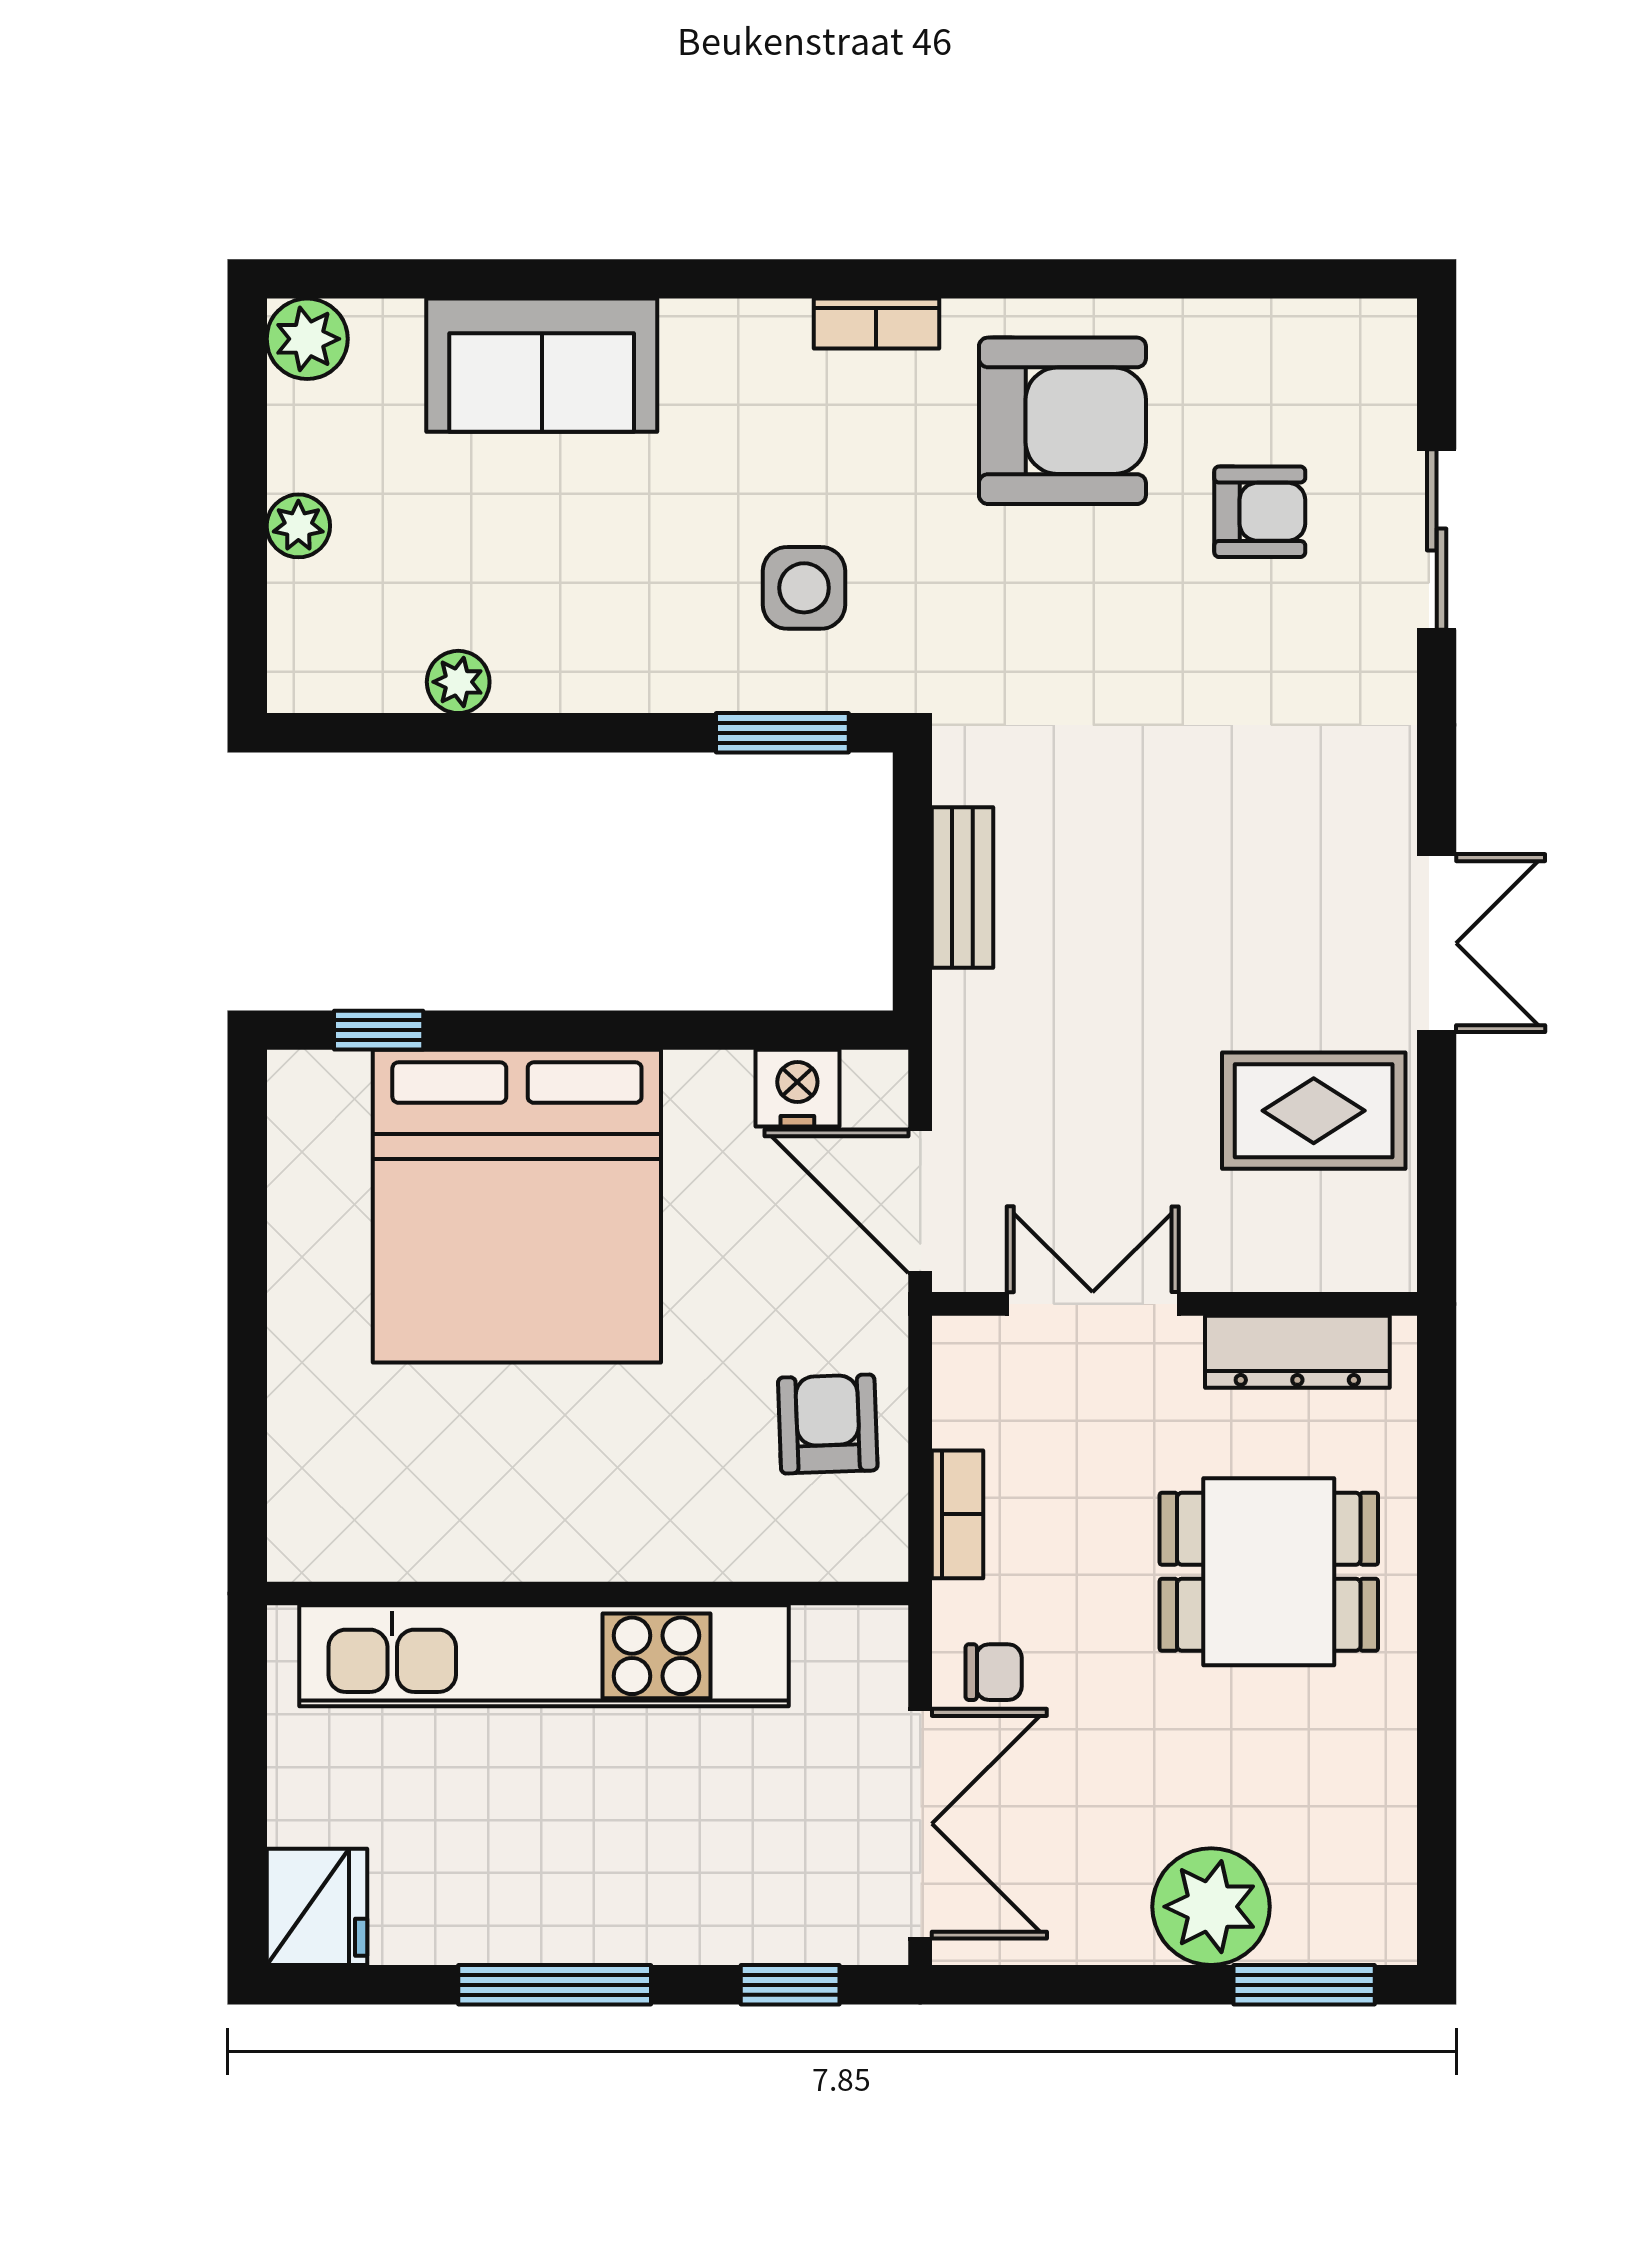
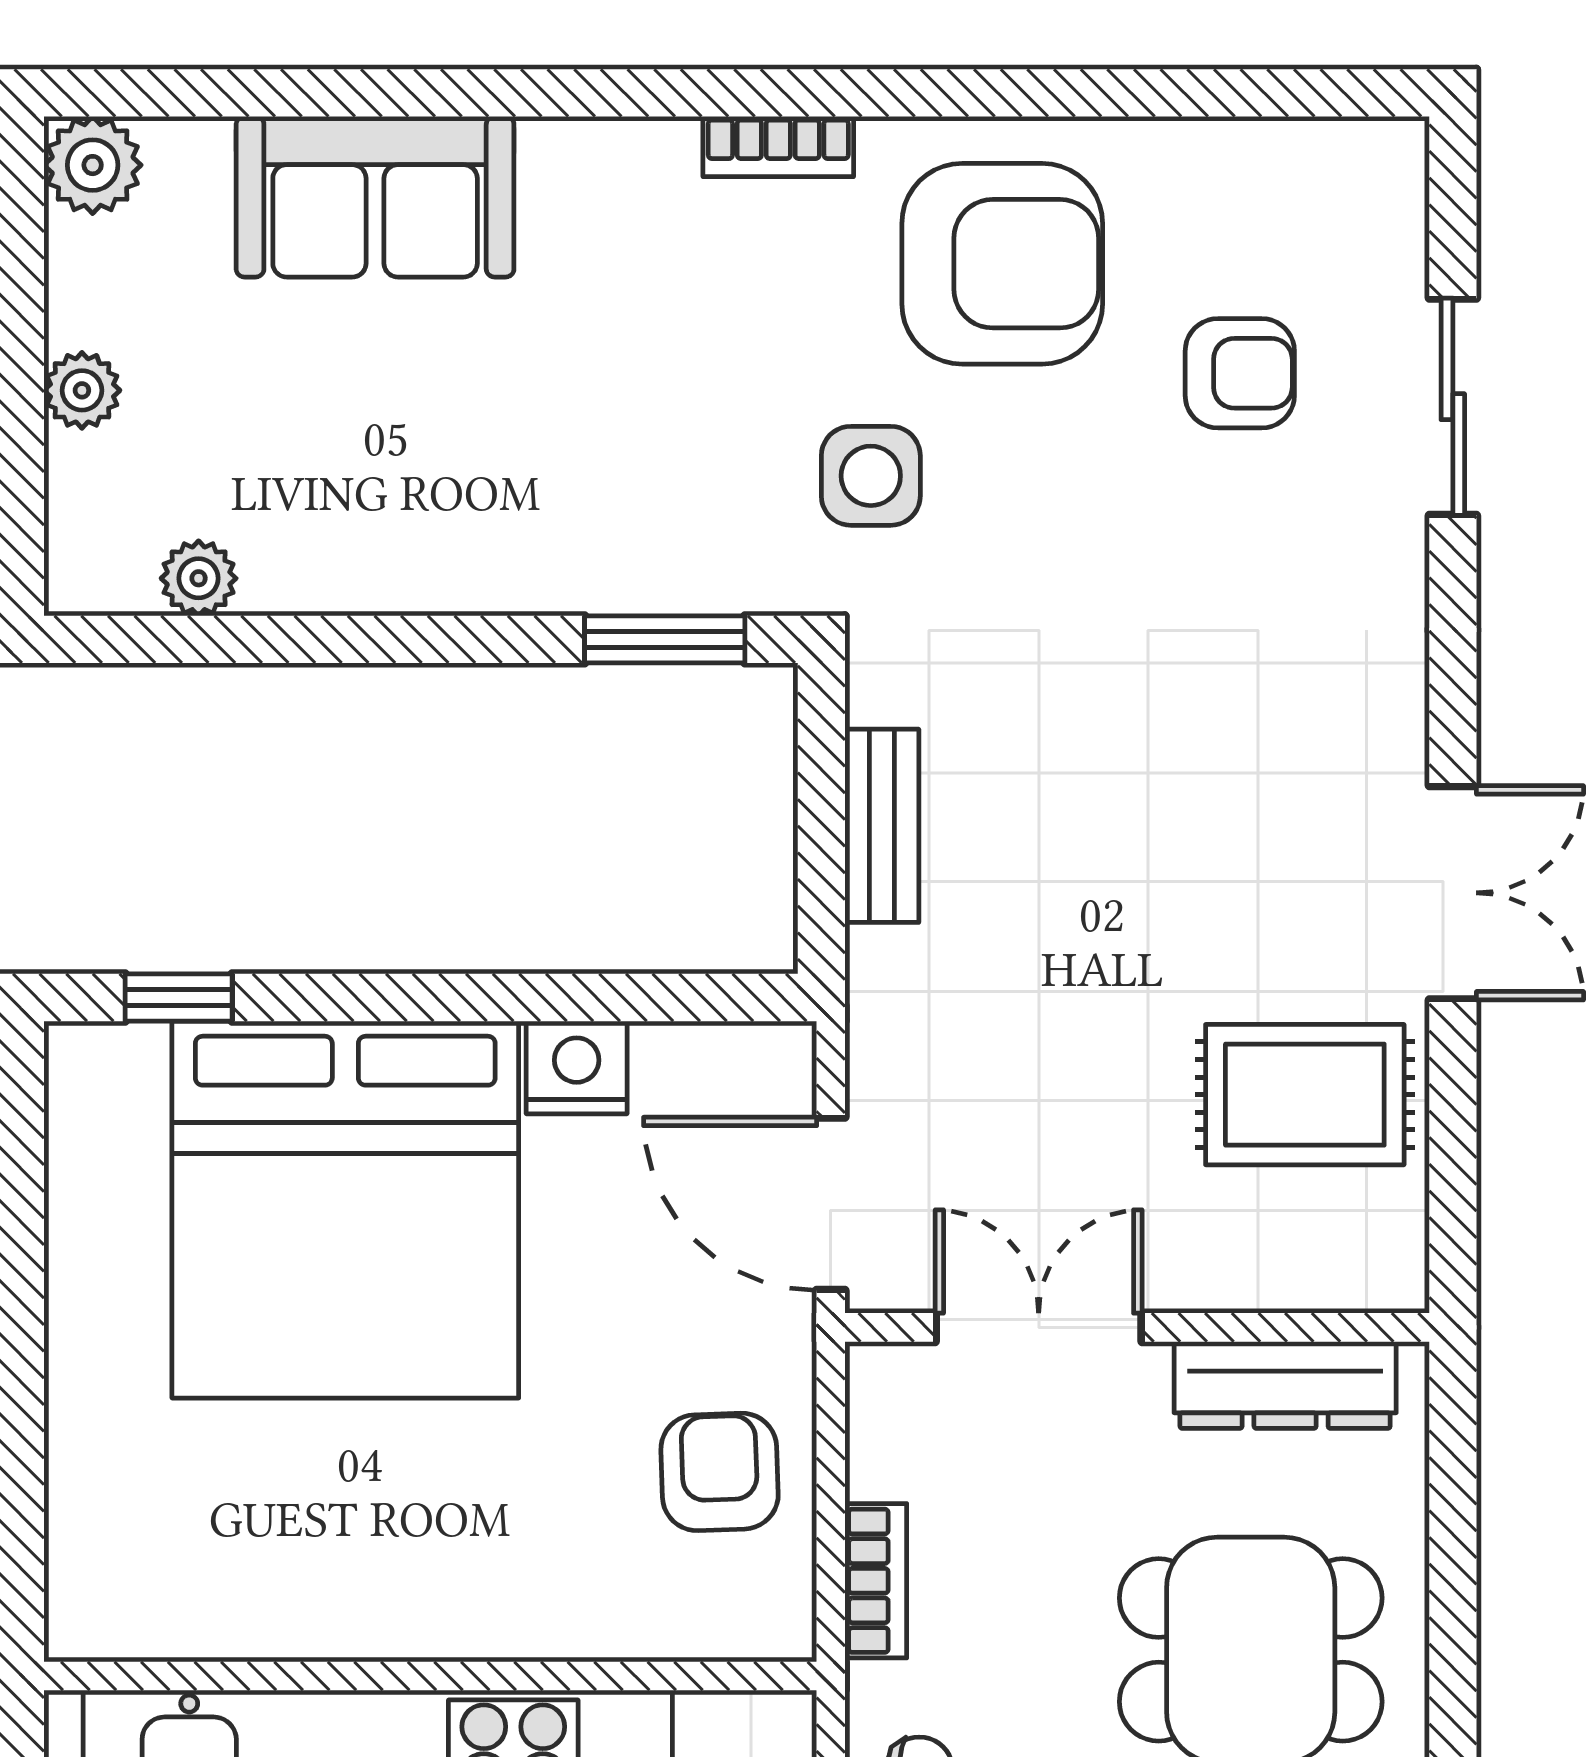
side table: (804, 588) -> (871, 476), moved
plant: (458, 682) -> (199, 578), moved
nightstand: (797, 1088) -> (577, 1067), moved

